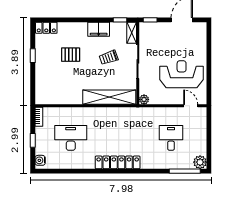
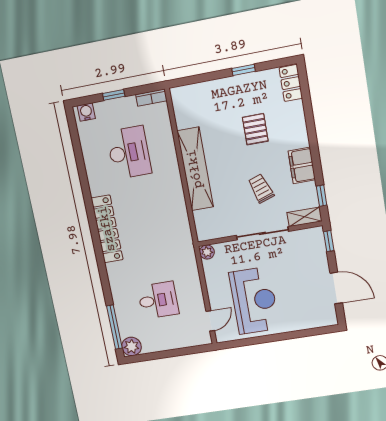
shelving: (109, 97) -> (195, 169), moved

